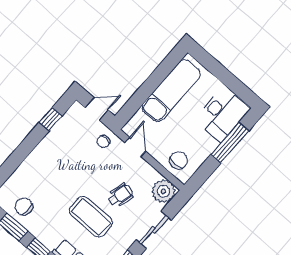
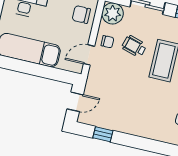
door: (97, 109) -> (75, 102), swing flipped
chair: (103, 142) -> (107, 42), moved

